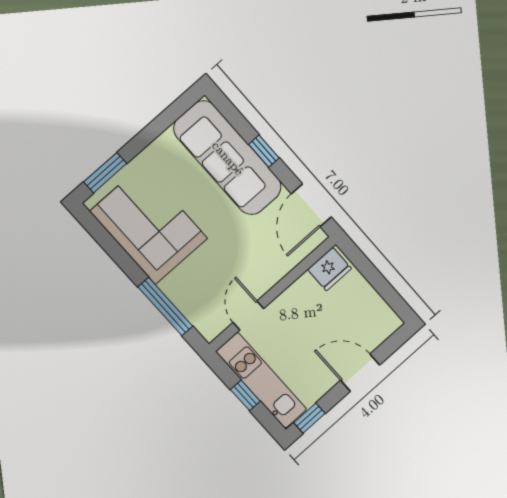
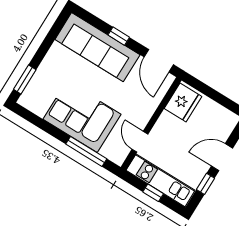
corner sofa: (149, 225) -> (82, 117), moved
fridge: (330, 269) -> (183, 102), width x1.36, depth x1.34
window: (309, 418) -> (205, 184), moved

